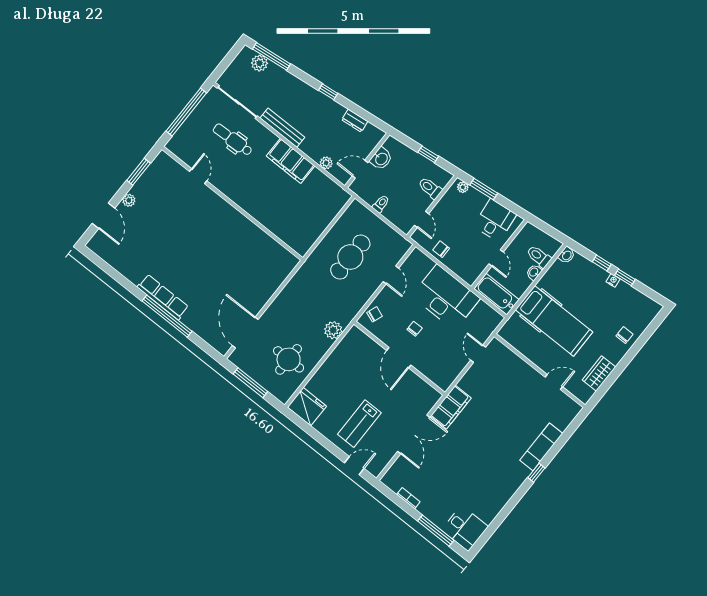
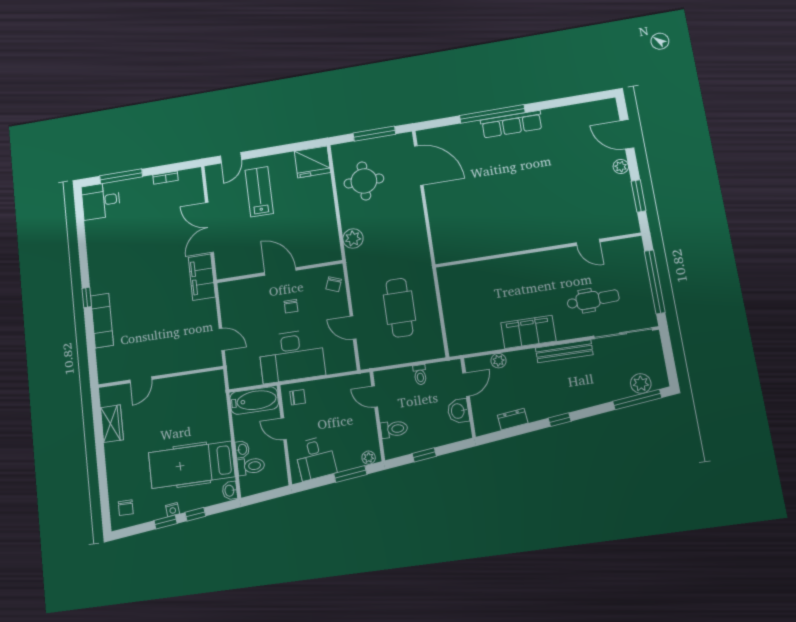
chair: (441, 249) -> (298, 397), moved
hospital bed: (554, 321) -> (192, 465), moved
chair: (624, 335) -> (126, 508), moved

